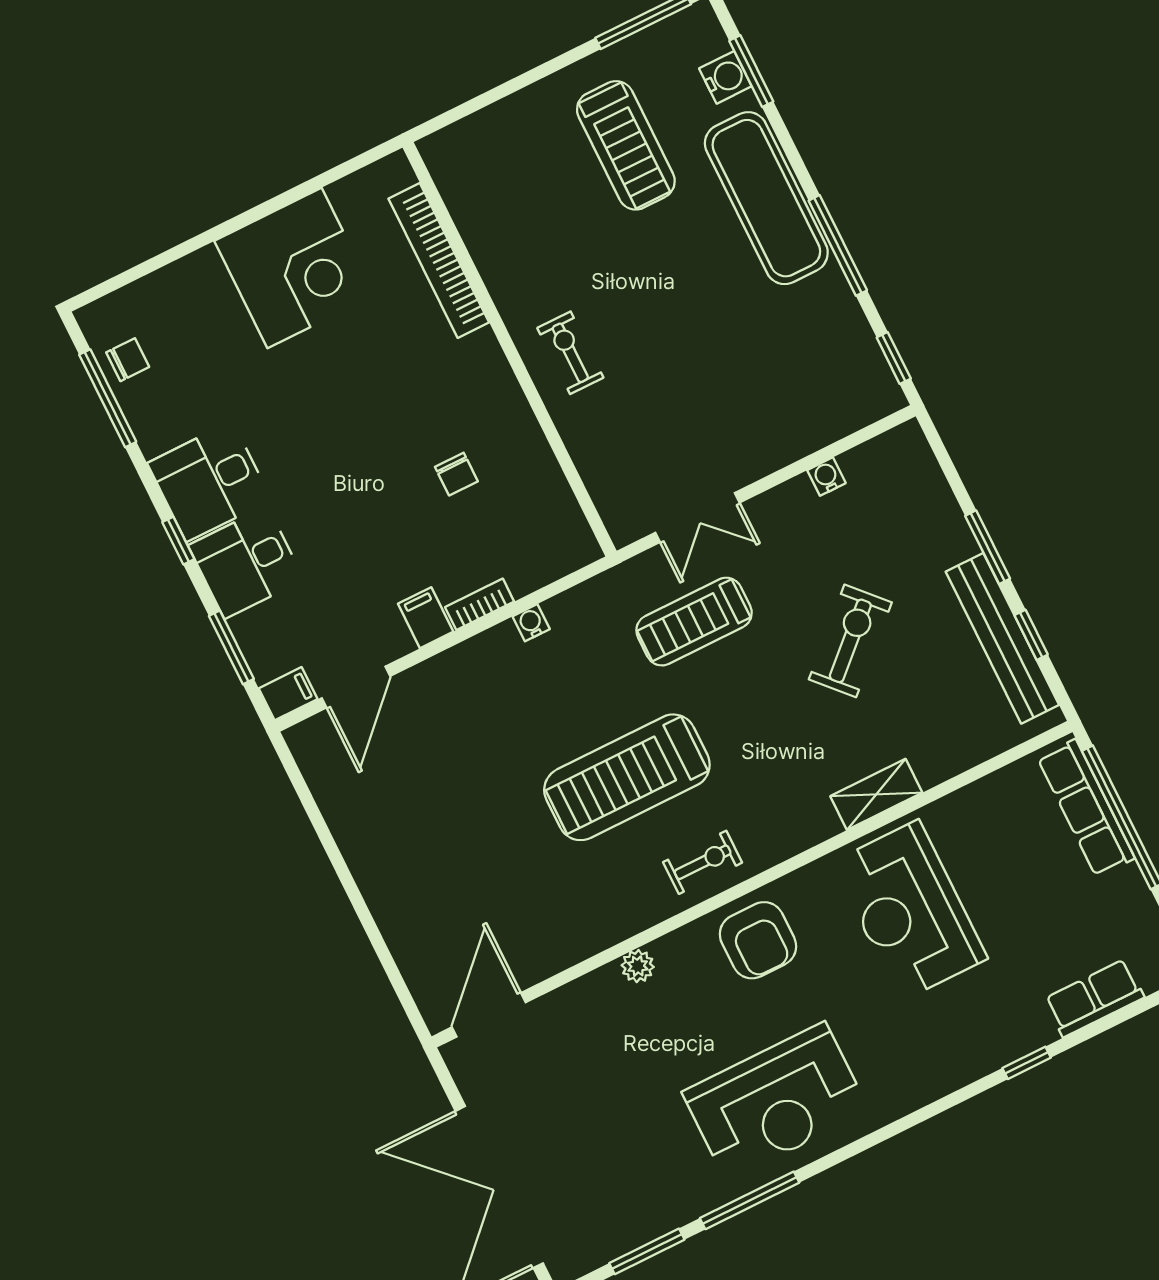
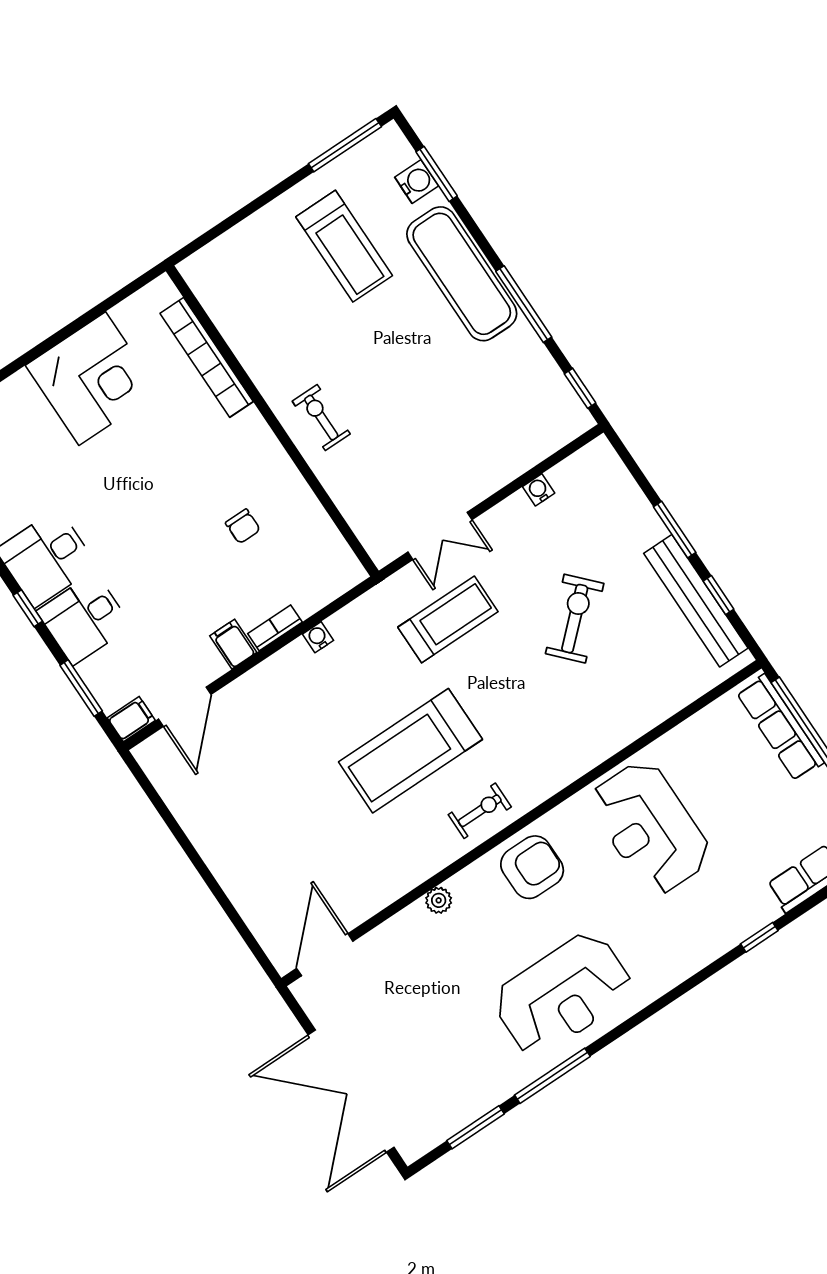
treadmill: (694, 622) -> (448, 619), turned 180
shelving: (876, 794) -> (611, 738), removed
armchair: (758, 940) -> (532, 867), turned -90

